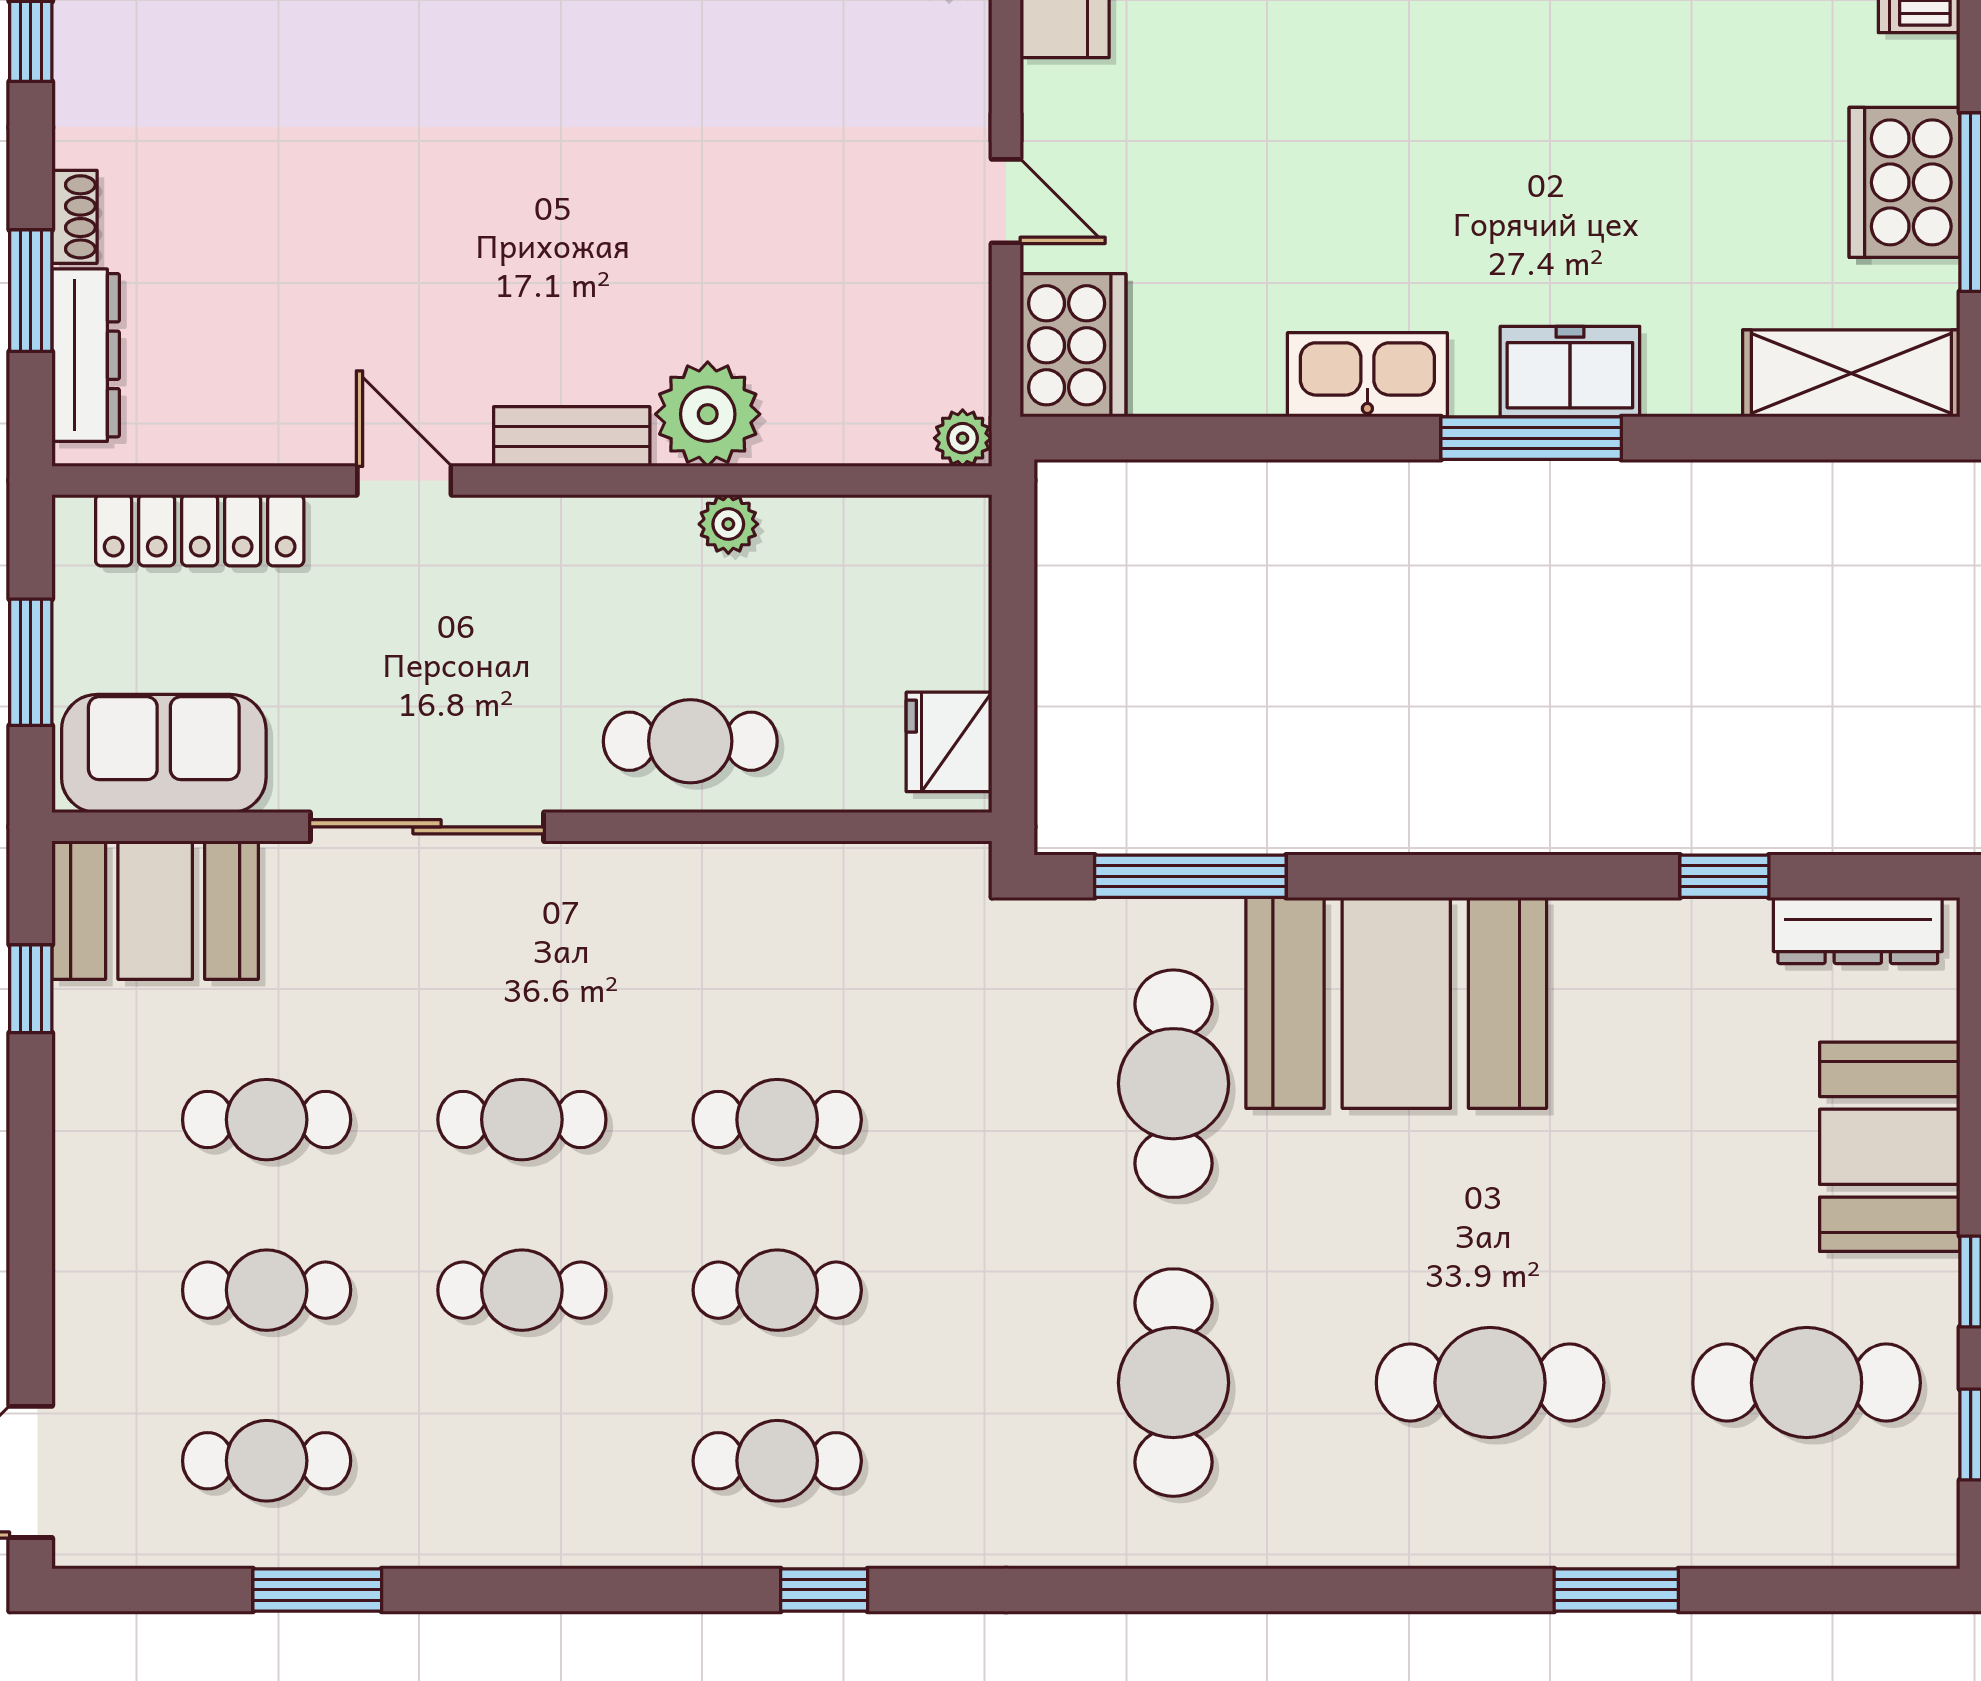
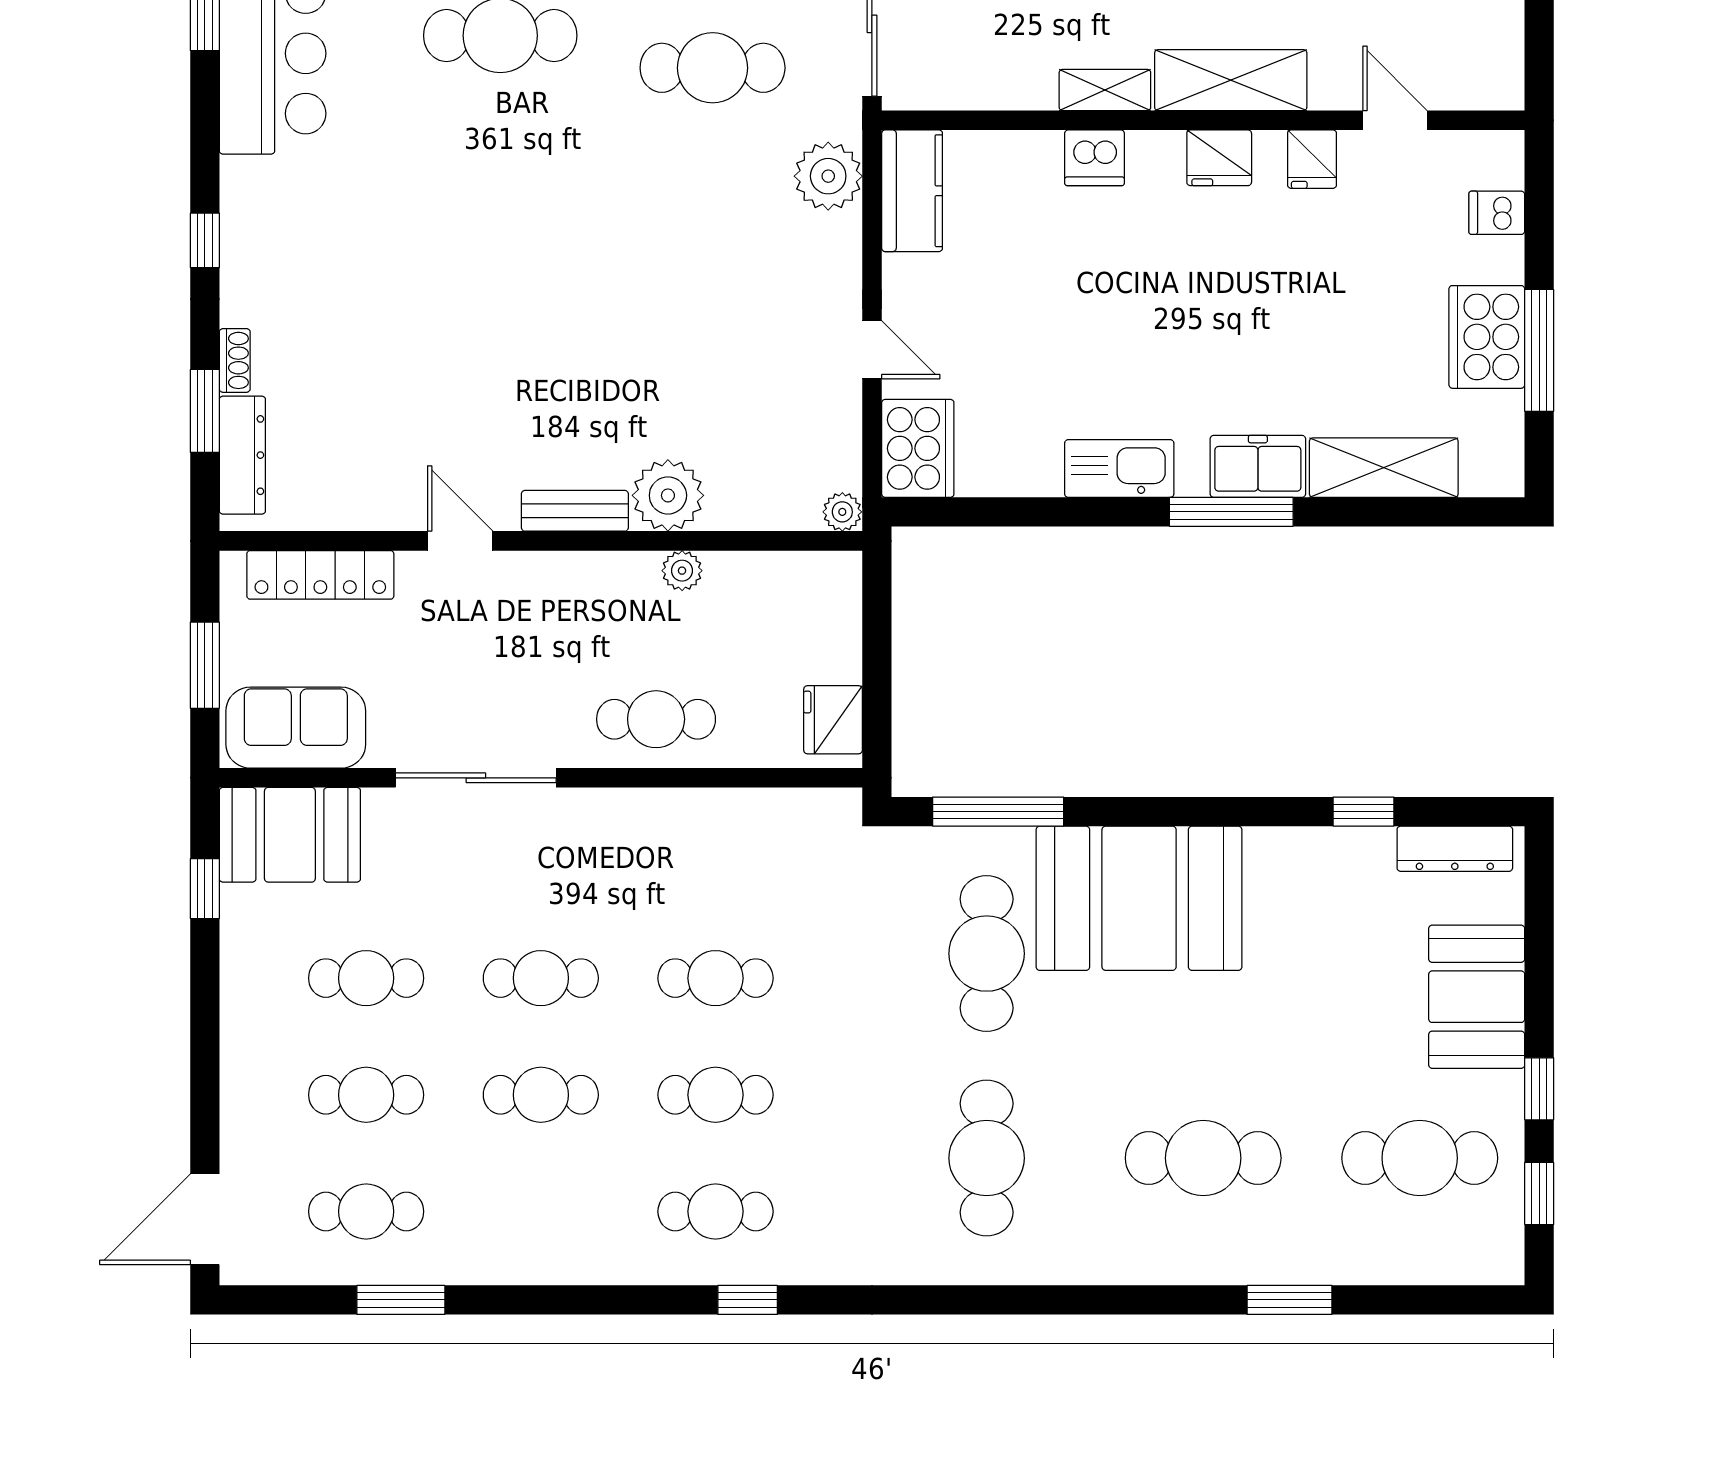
shelving: (1851, 373) -> (1384, 468), moved

